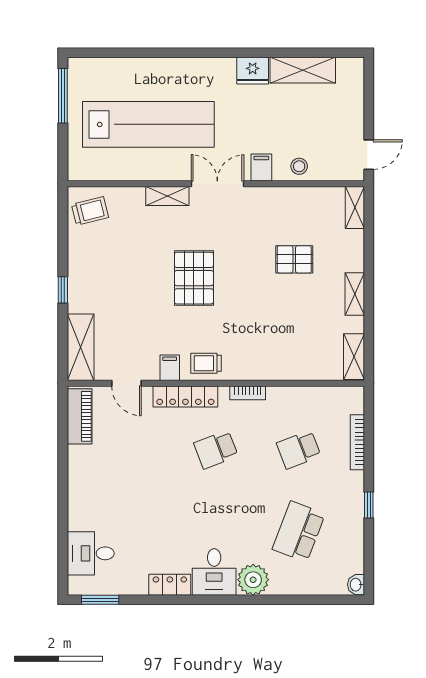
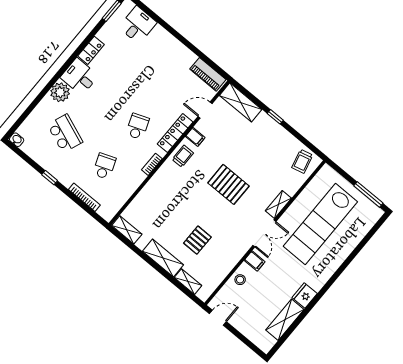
door: (369, 155) -> (218, 318), swing flipped
shelving: (355, 207) -> (188, 282), moved
shelving: (355, 294) -> (163, 258), width x1.50, depth x1.33

